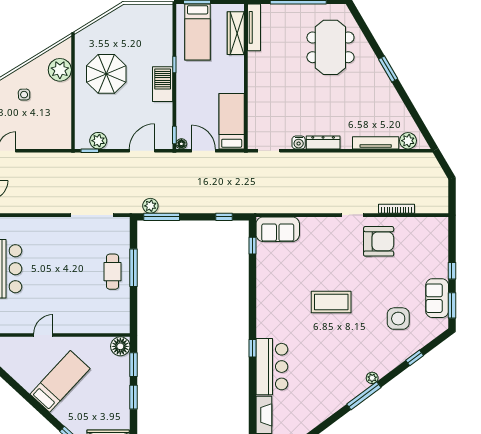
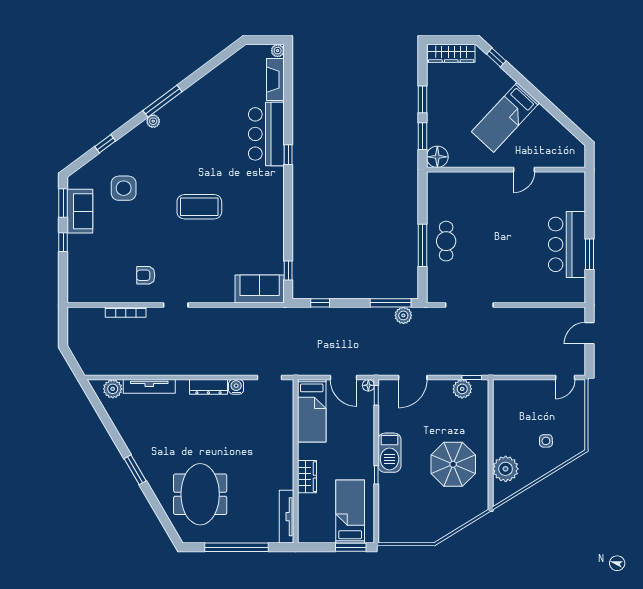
wardrobe: (236, 33) -> (307, 477), moved, width x0.67
armchair: (379, 241) -> (146, 275), width x0.53, depth x0.53

